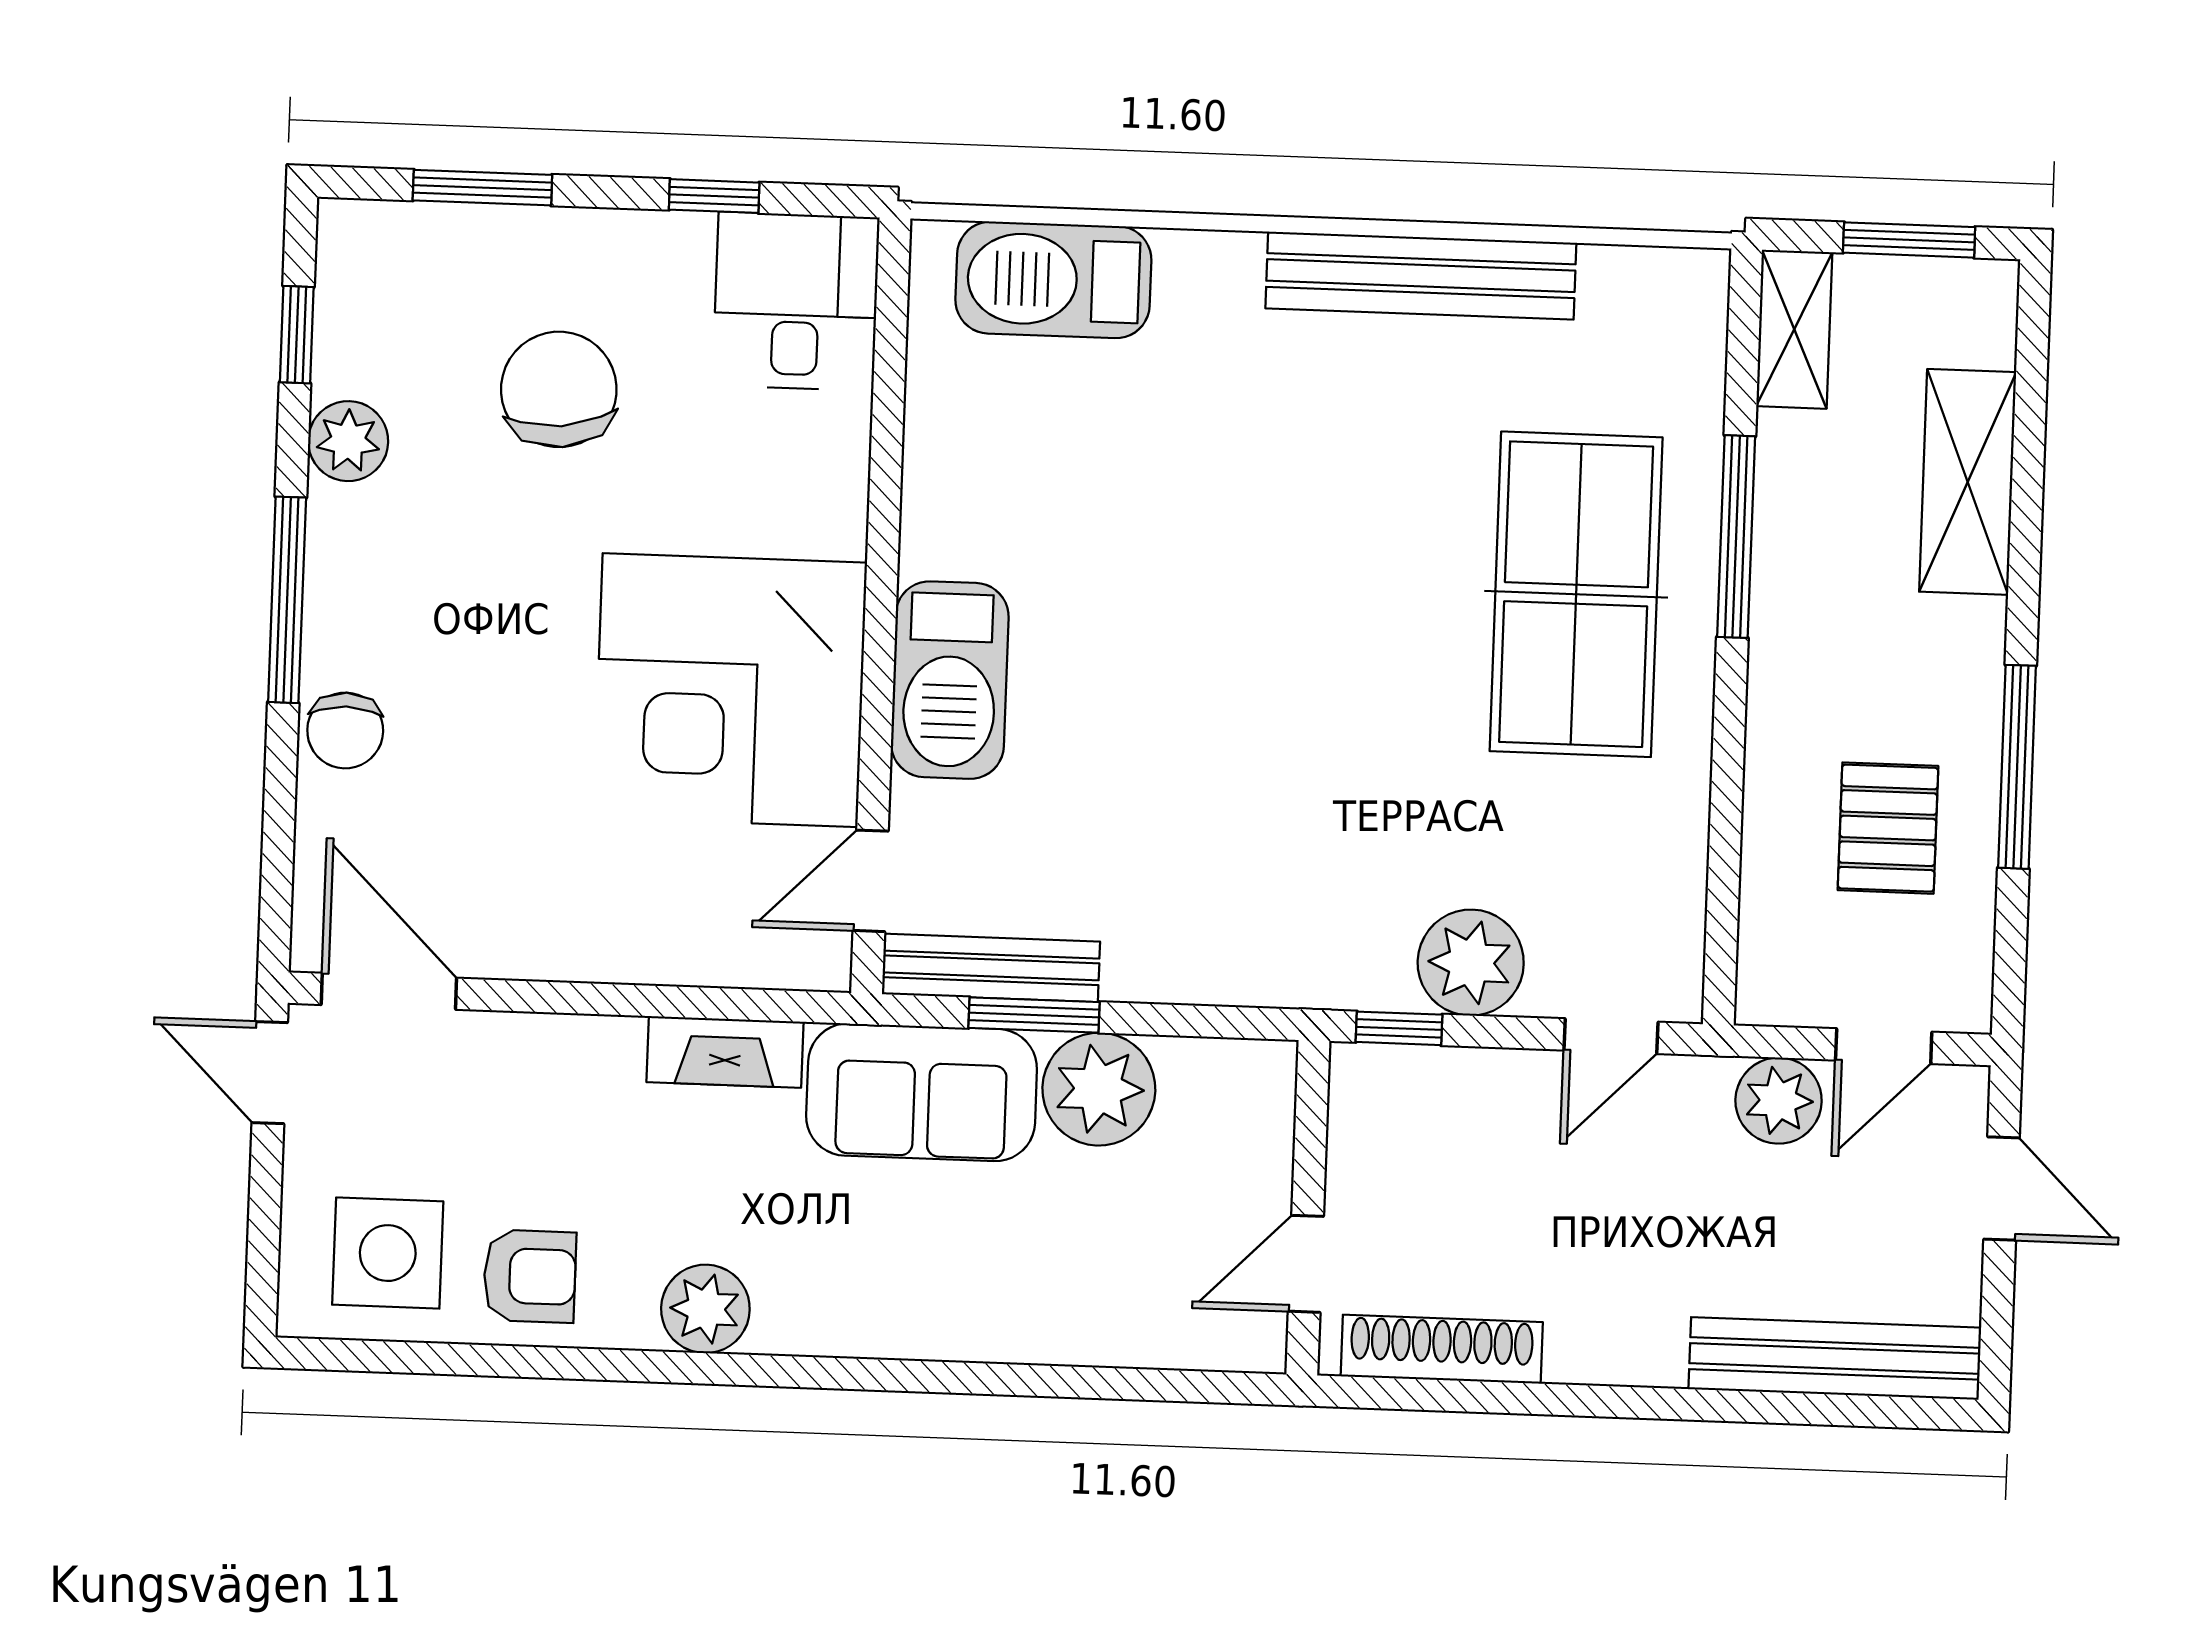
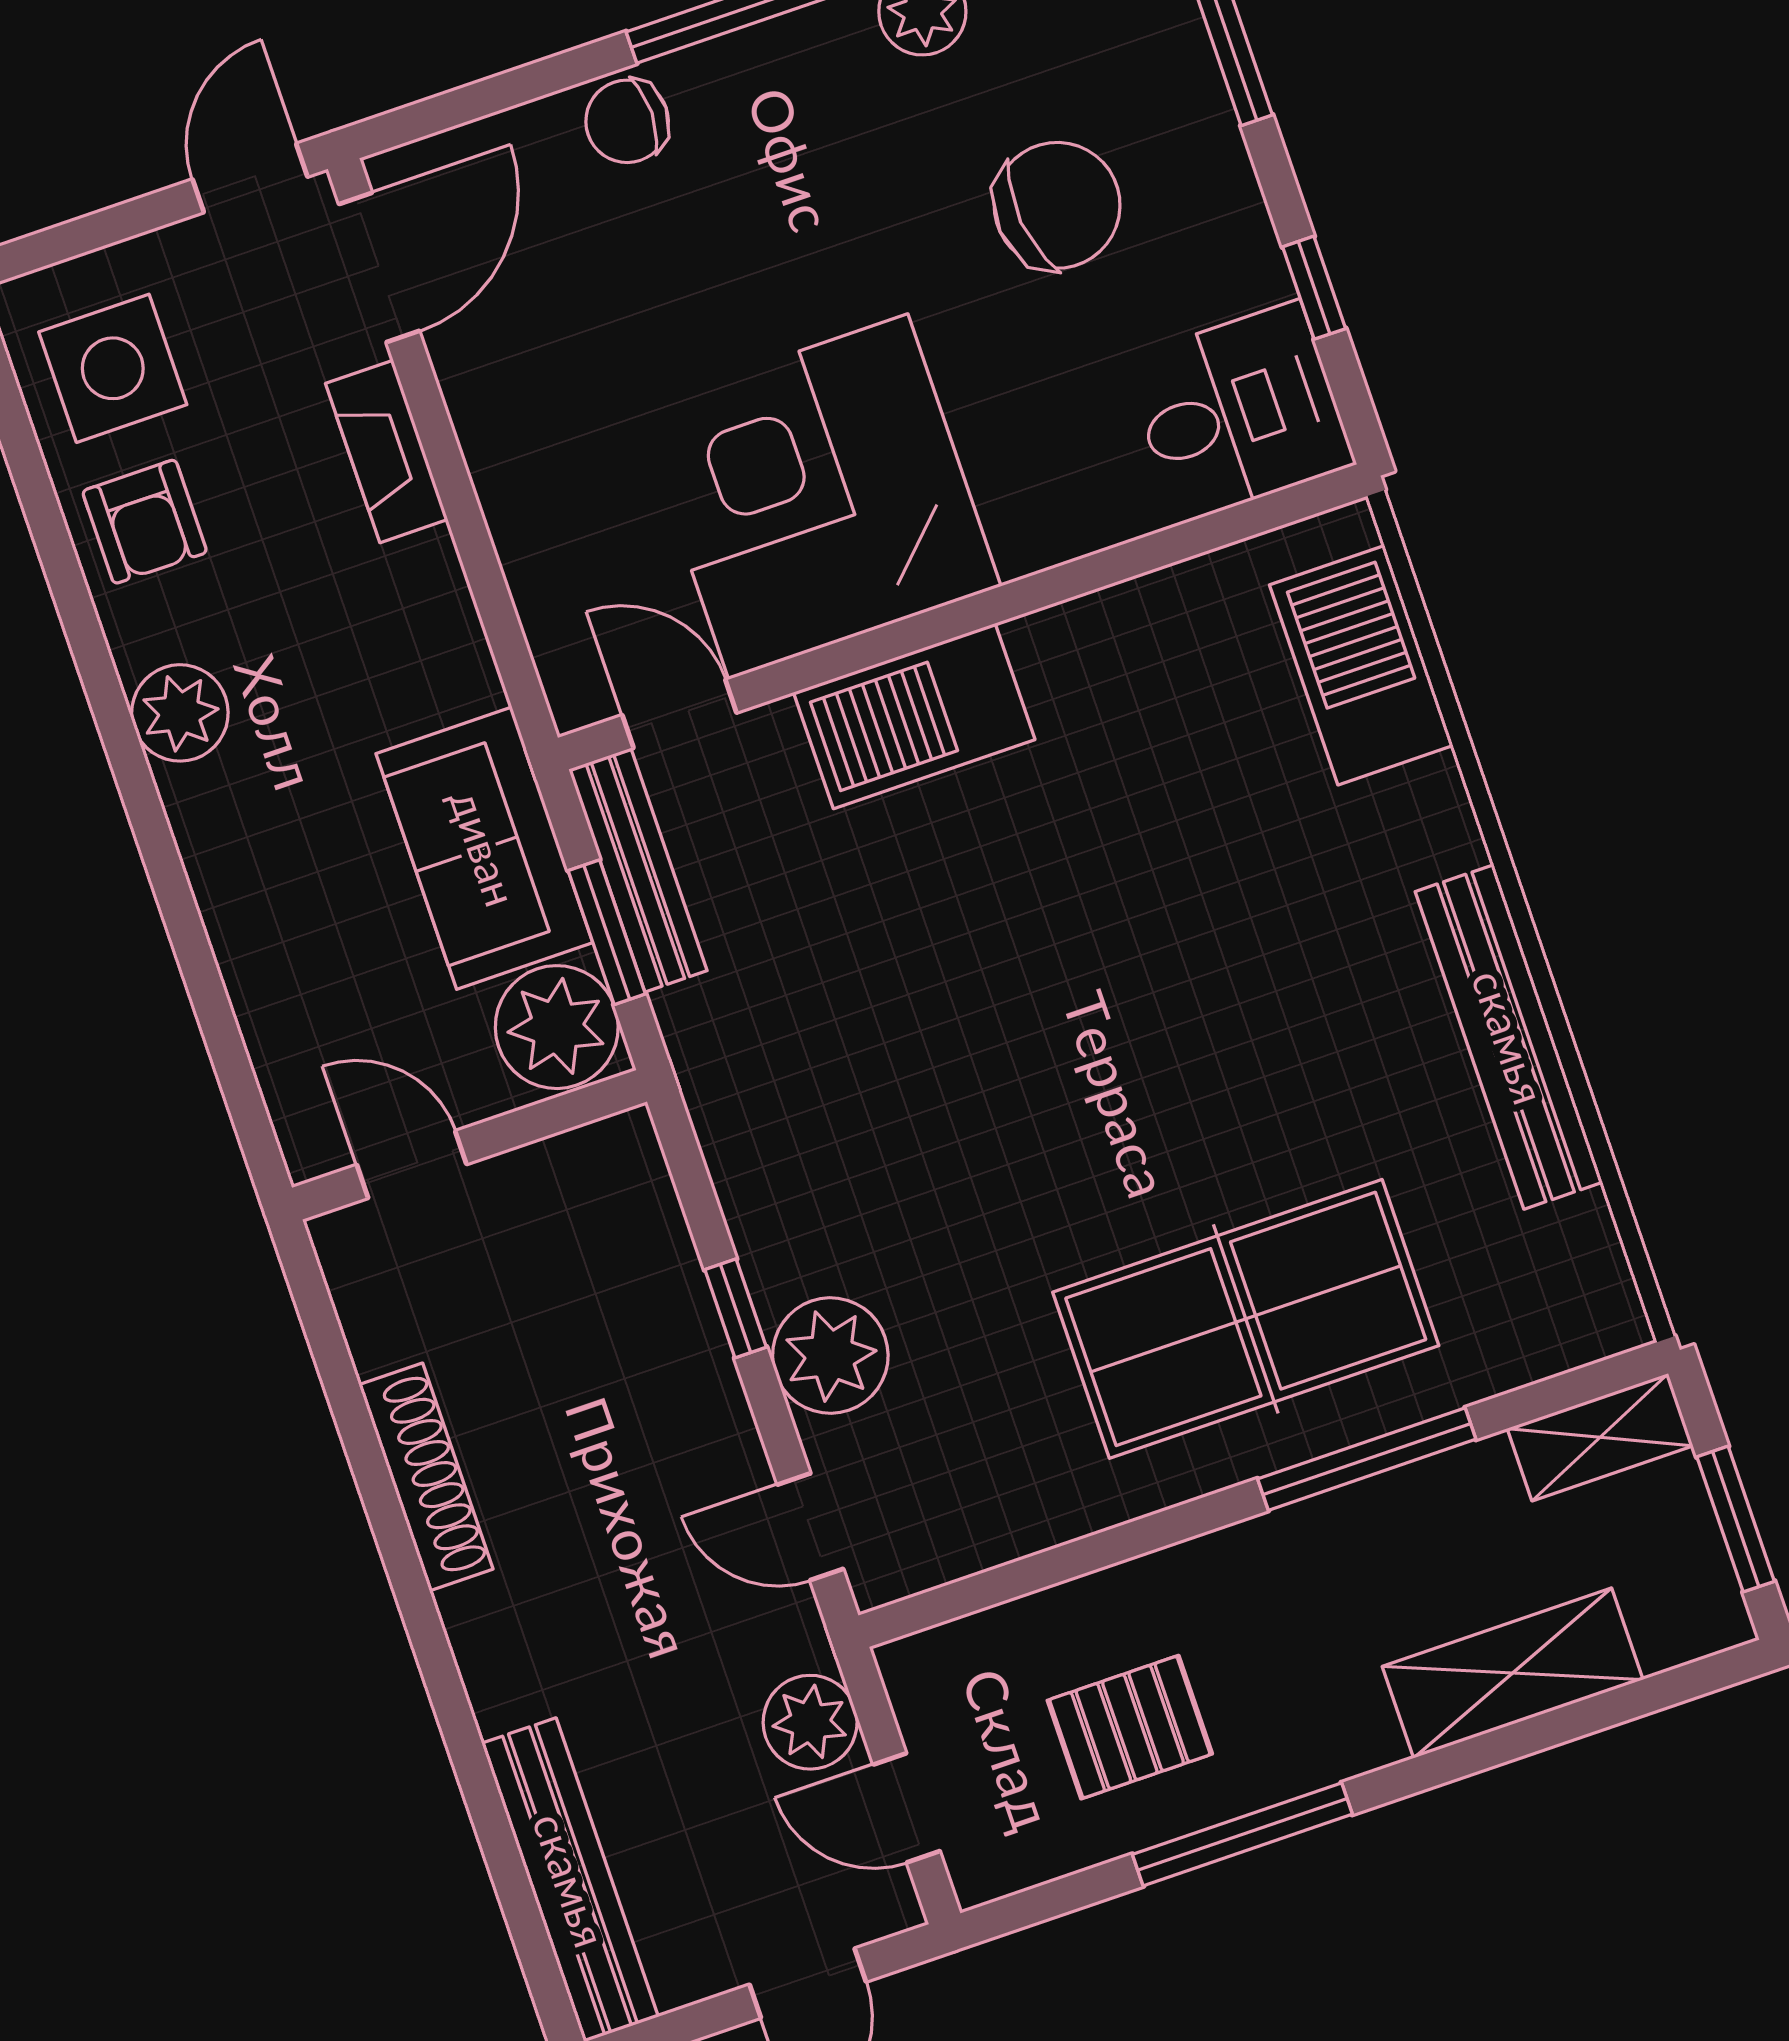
fireplace: (725, 1052) -> (387, 451), moved
wall: (1308, 1208) -> (469, 1145), moved
door: (1306, 1264) -> (412, 1164), moved

